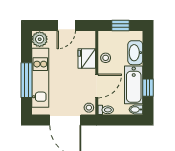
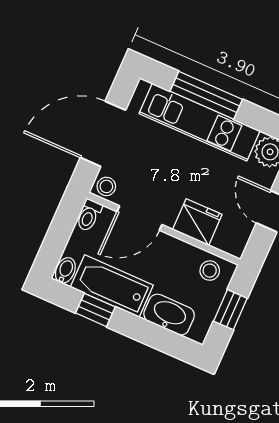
stool: (106, 58) -> (210, 271), moved
door: (97, 86) -> (139, 218), hinge flipped

